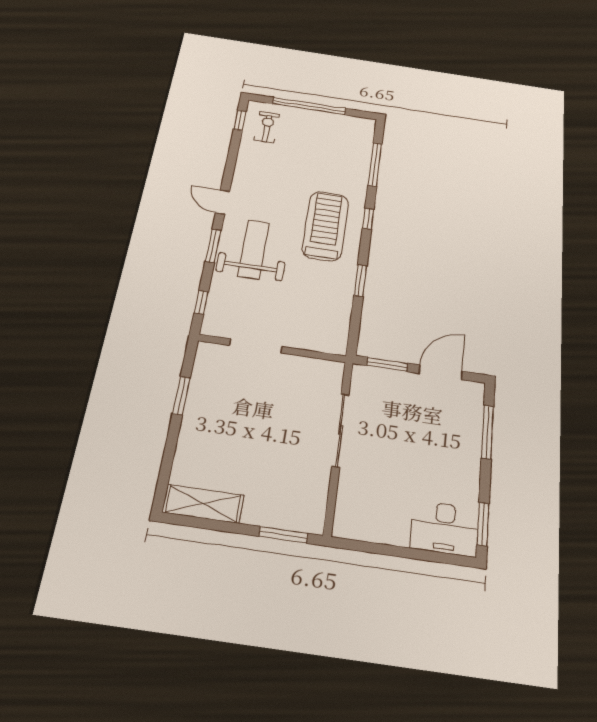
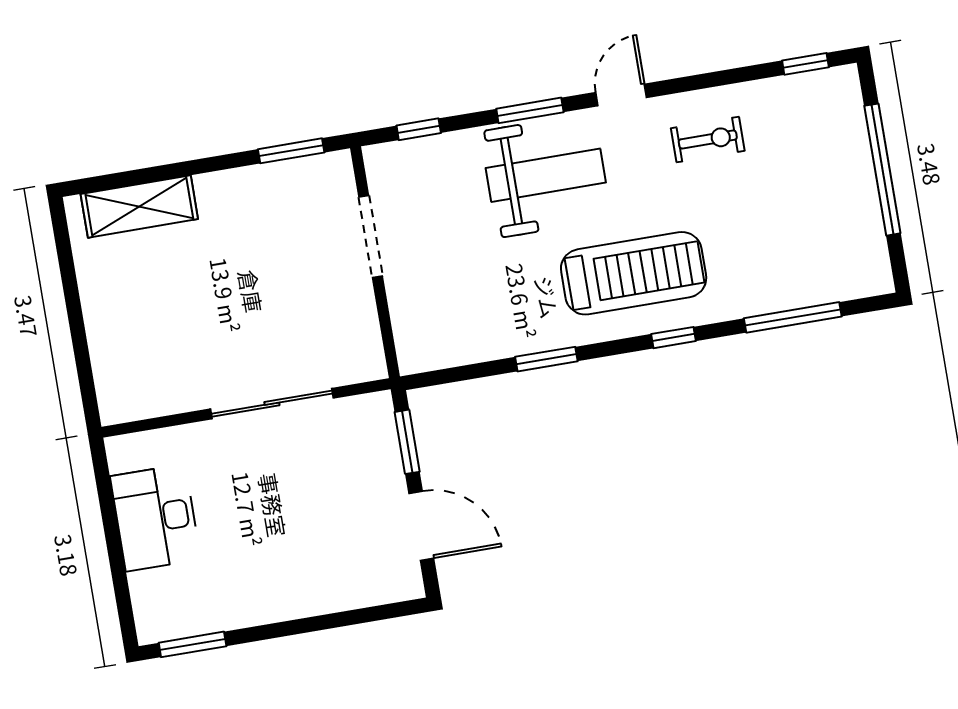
exercise bike: (267, 127) -> (708, 140), moved
window: (181, 396) -> (291, 151), moved
window: (488, 432) -> (342, 619), removed
shelving: (203, 504) -> (139, 207), moved, turned 90
desk: (445, 528) -> (155, 518), moved
window: (283, 535) -> (85, 372), removed

